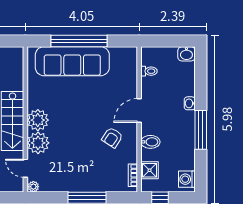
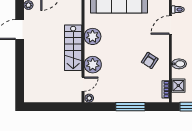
door: (139, 111) -> (170, 25), moved
plant: (38, 120) -> (93, 36), moved
door: (25, 168) -> (83, 84), swing flipped

